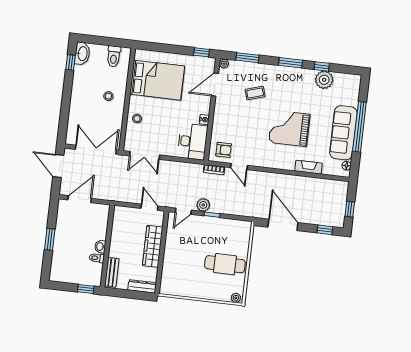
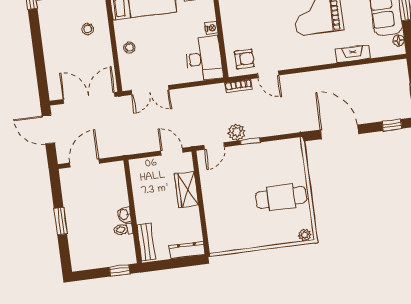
wardrobe: (153, 246) -> (187, 189), width x0.67

